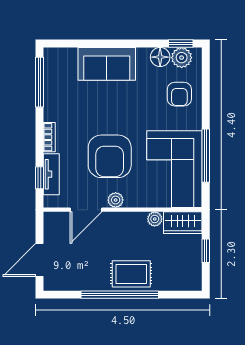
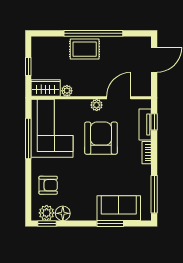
window: (98, 43) -> (110, 224), added
sofa: (107, 64) -> (119, 208), moved
armchair: (179, 94) -> (48, 185), turned 90

